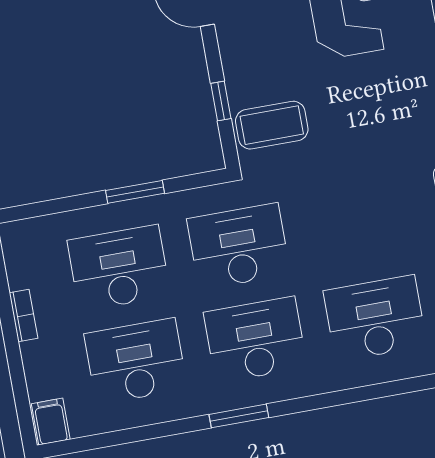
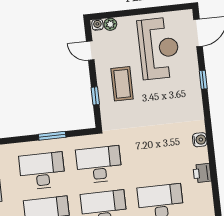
coffee table: (272, 125) -> (122, 84), moved, turned 90

